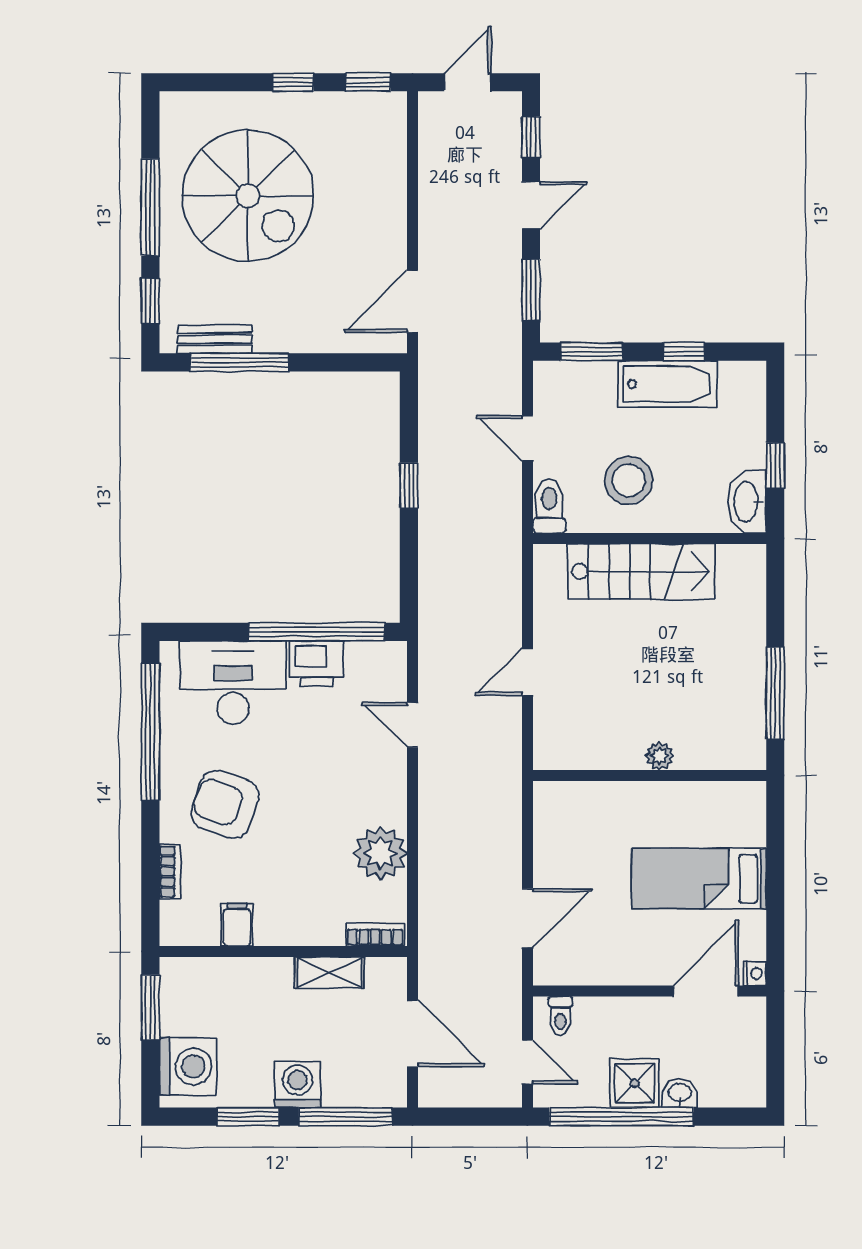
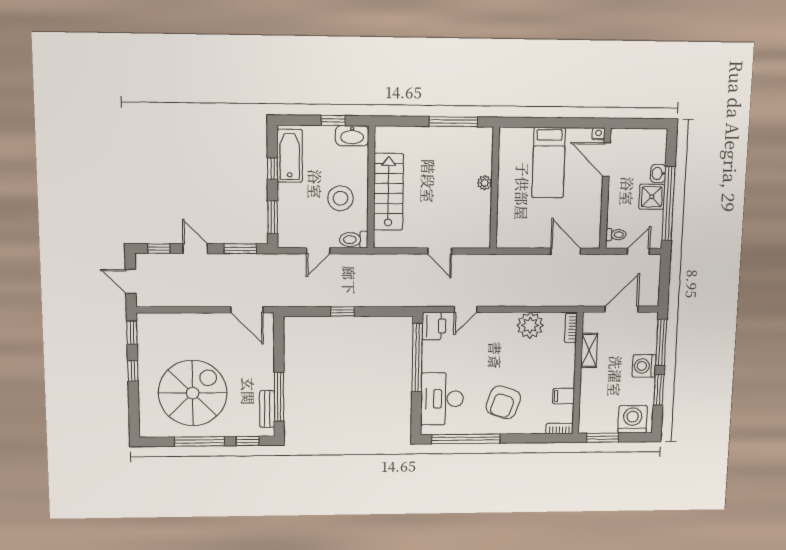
bathtub: (668, 384) -> (290, 156), moved
printer: (316, 664) -> (434, 326), moved
bookcase: (170, 872) -> (559, 428), moved

